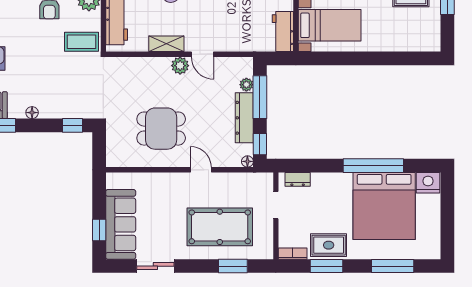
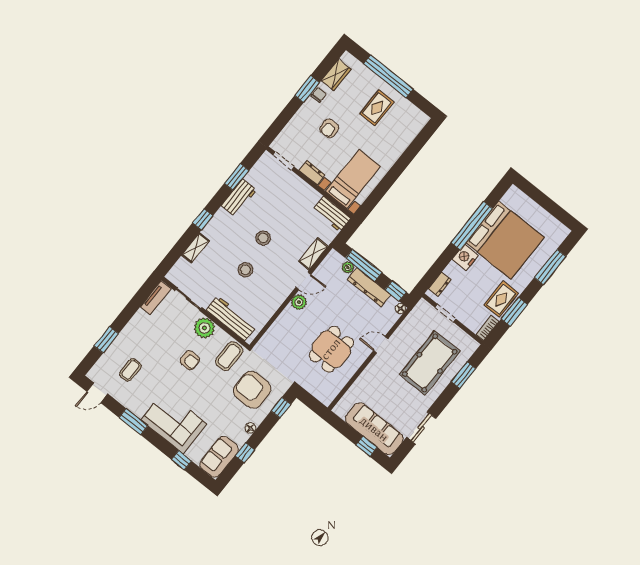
shelving: (166, 44) -> (313, 254), moved
armchair: (68, 87) -> (252, 390), added
nightstand: (428, 183) -> (465, 257), moved

